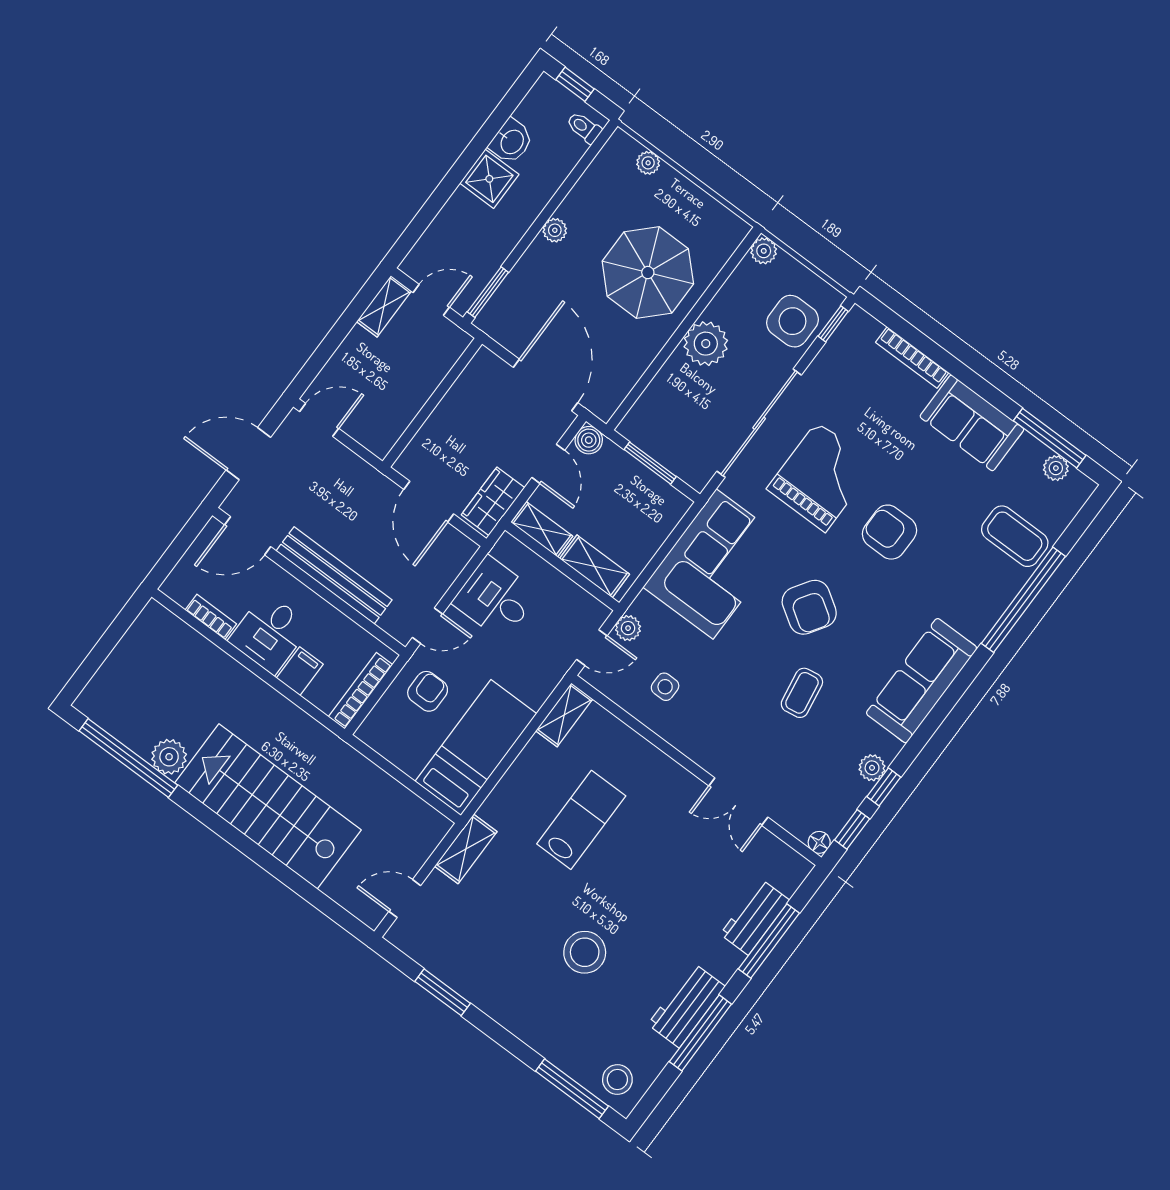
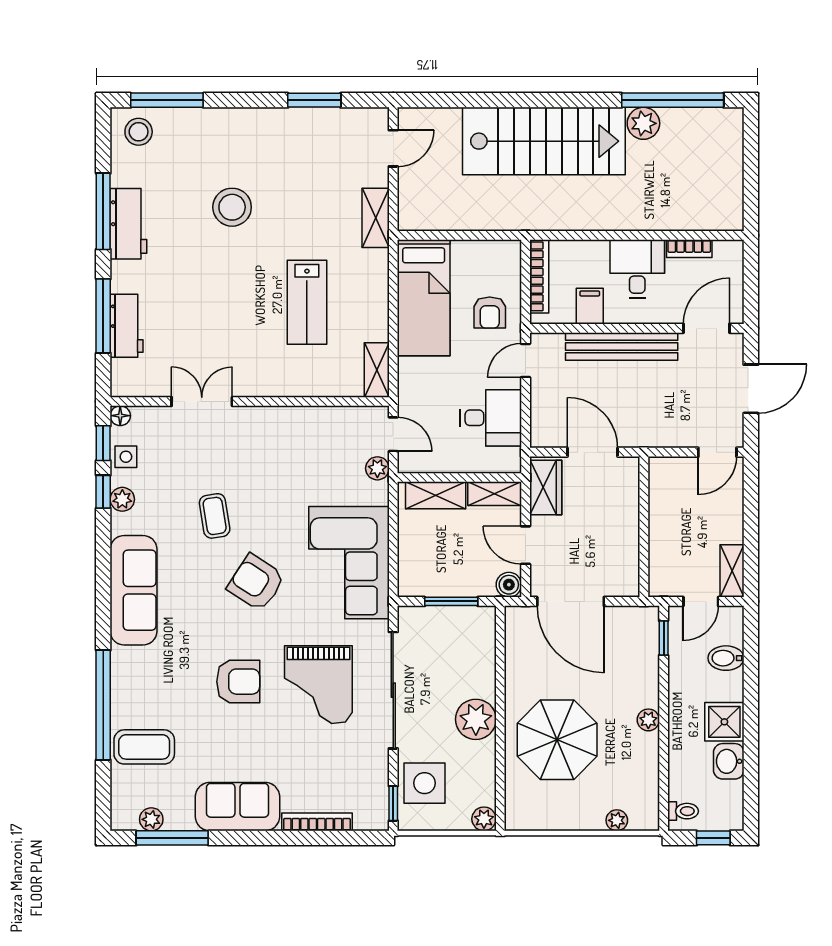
bidet: (446, 234) -> (726, 658), added
window: (488, 292) -> (664, 638), width x0.67
door: (592, 648) -> (393, 434), swing flipped
filing cabinet: (300, 671) -> (590, 306), moved, turned 180
side table: (665, 687) -> (126, 457), moved

